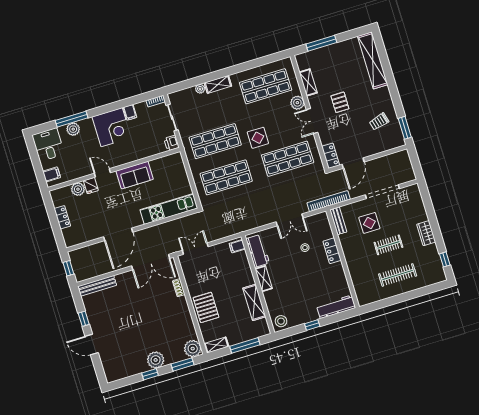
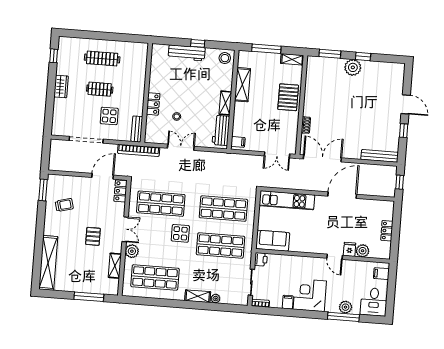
sofa: (135, 175) -> (273, 241), moved
workbench: (336, 307) -> (187, 53), moved
plant: (193, 349) -> (315, 65), removed

